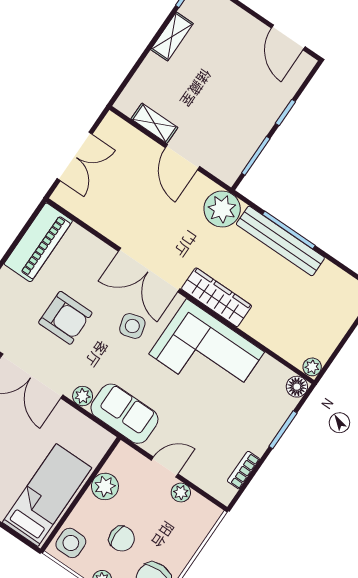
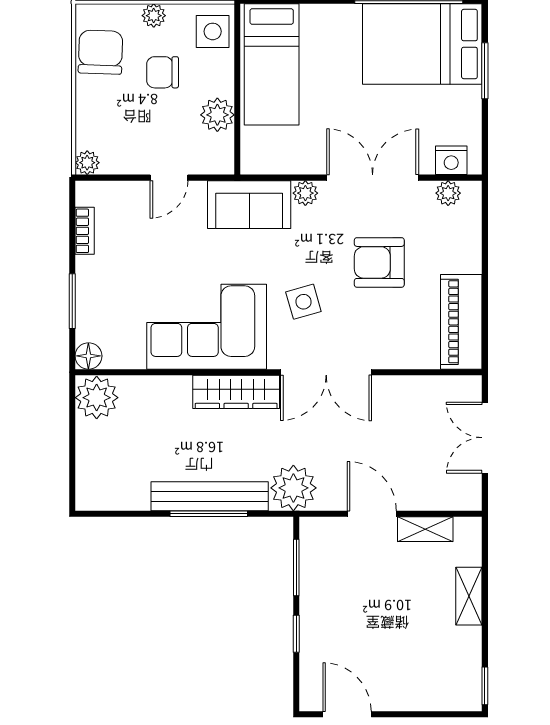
shelving: (172, 36) -> (469, 596), moved
double door: (149, 270) -> (326, 372), swing flipped
plant: (312, 367) -> (97, 398), width x1.88, depth x1.88
plant: (181, 493) -> (87, 163), moved

